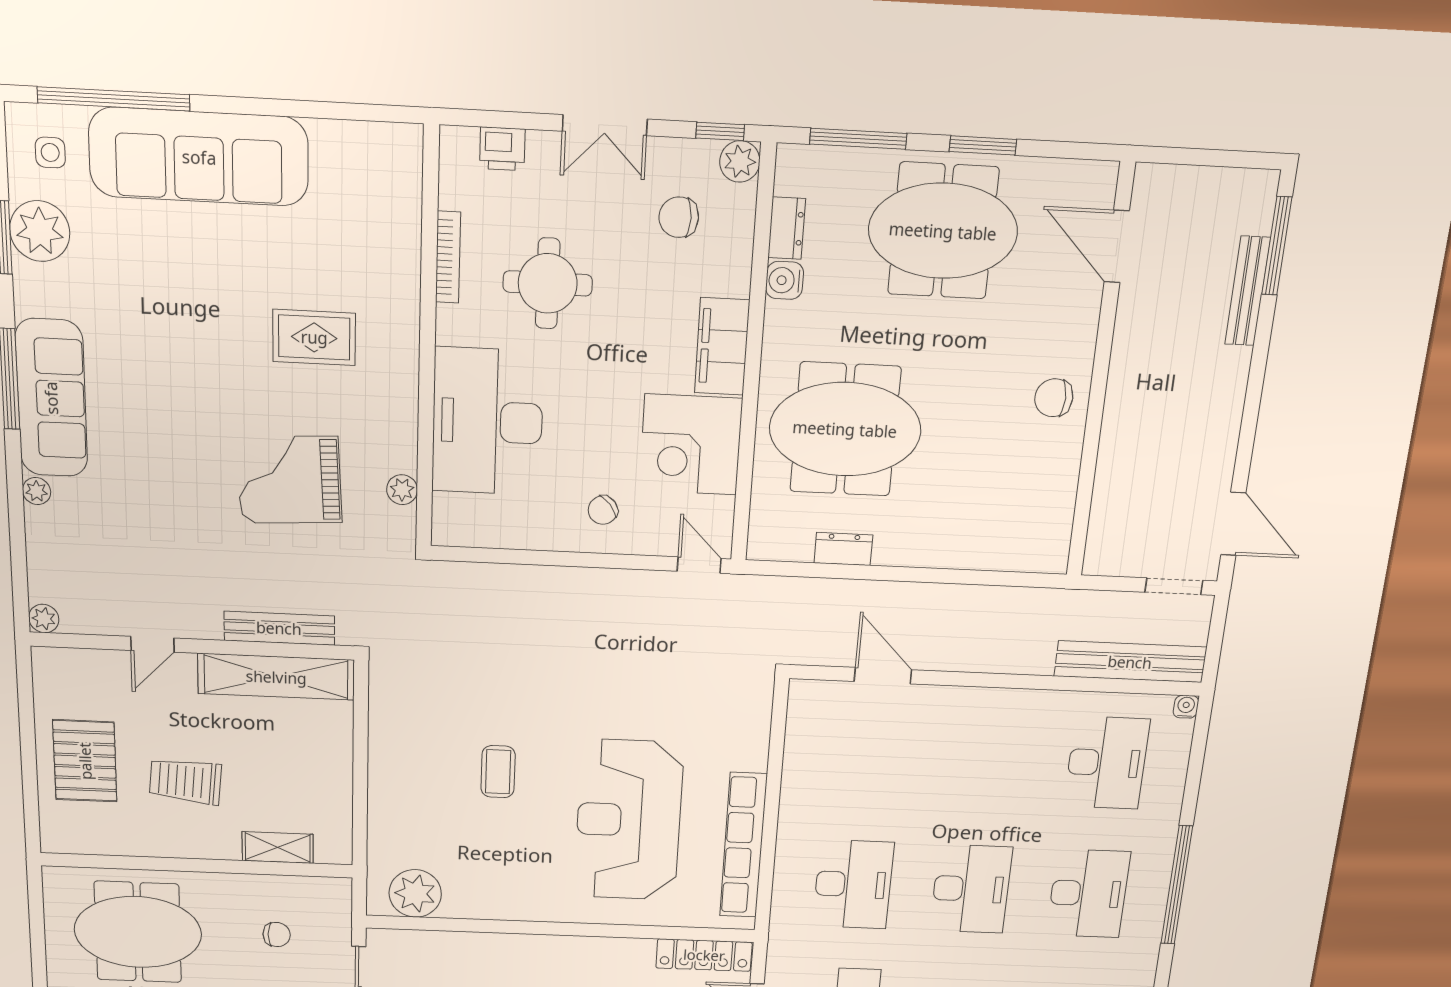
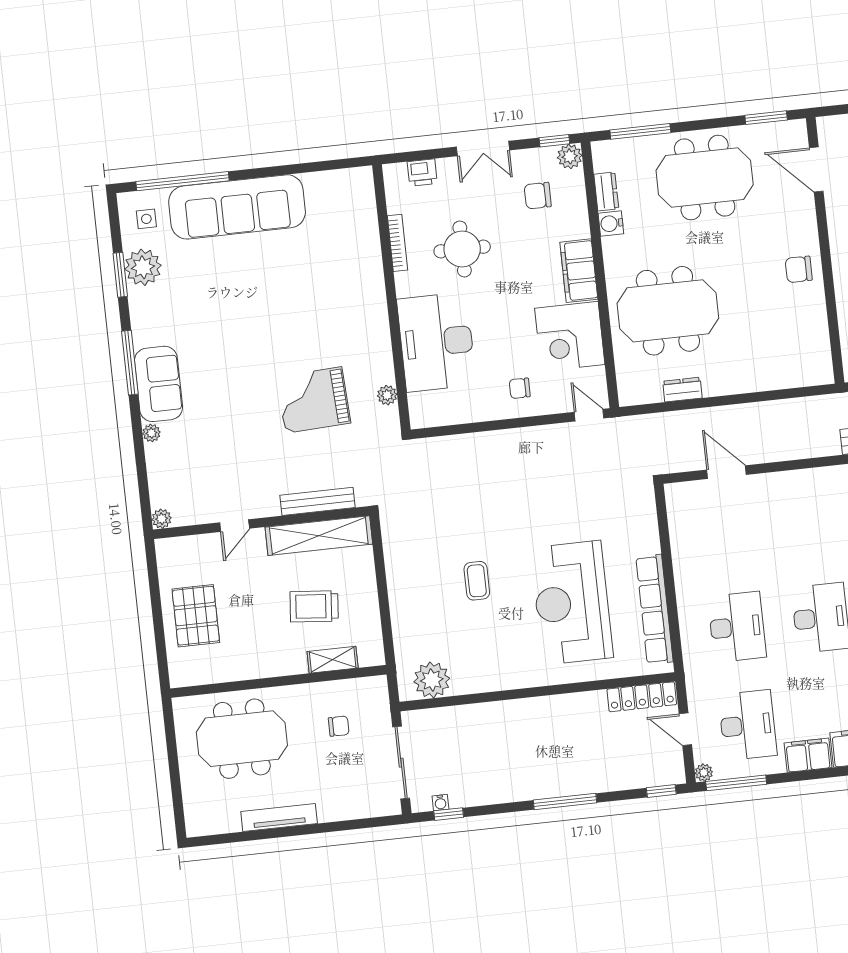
window: (983, 145) -> (766, 118), moved
rug: (314, 337) -> (320, 306), removed
sofa: (51, 398) -> (159, 384), width x0.73
chair: (603, 510) -> (520, 388), turned 39
trolley: (185, 781) -> (314, 606), moved

